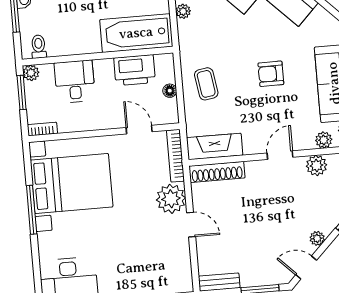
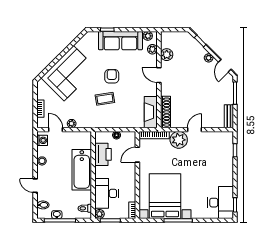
bathtub: (136, 33) -> (82, 170), moved
armchair: (271, 74) -> (112, 76), turned 180
desk: (75, 82) -> (107, 193), width x1.37
coffee table: (206, 84) -> (105, 99), moved

